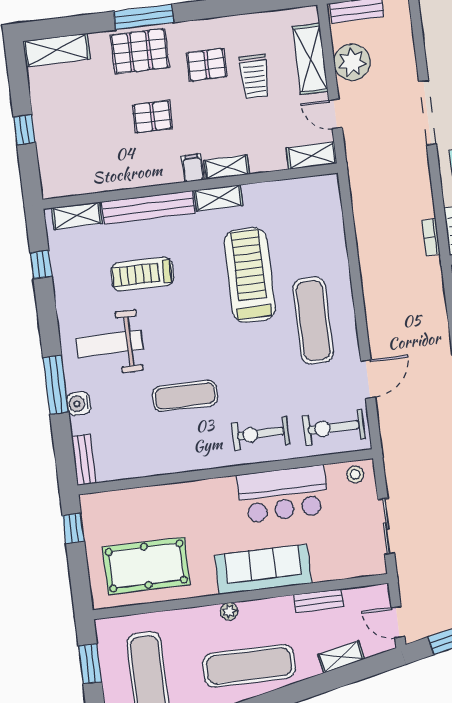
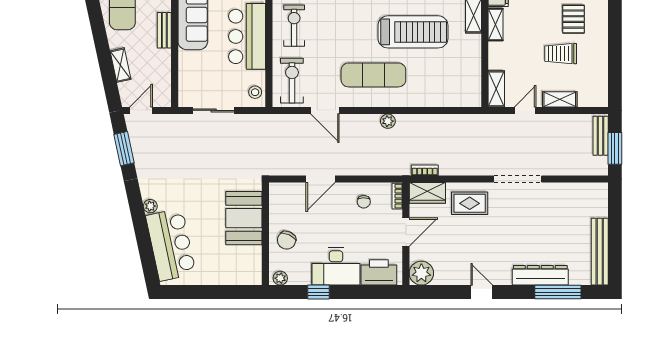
shelving: (310, 59) -> (560, 99), width x0.67, depth x0.75
plant: (352, 62) -> (388, 121), moved, width x0.53, depth x0.53
bench: (319, 601) -> (164, 30), moved

